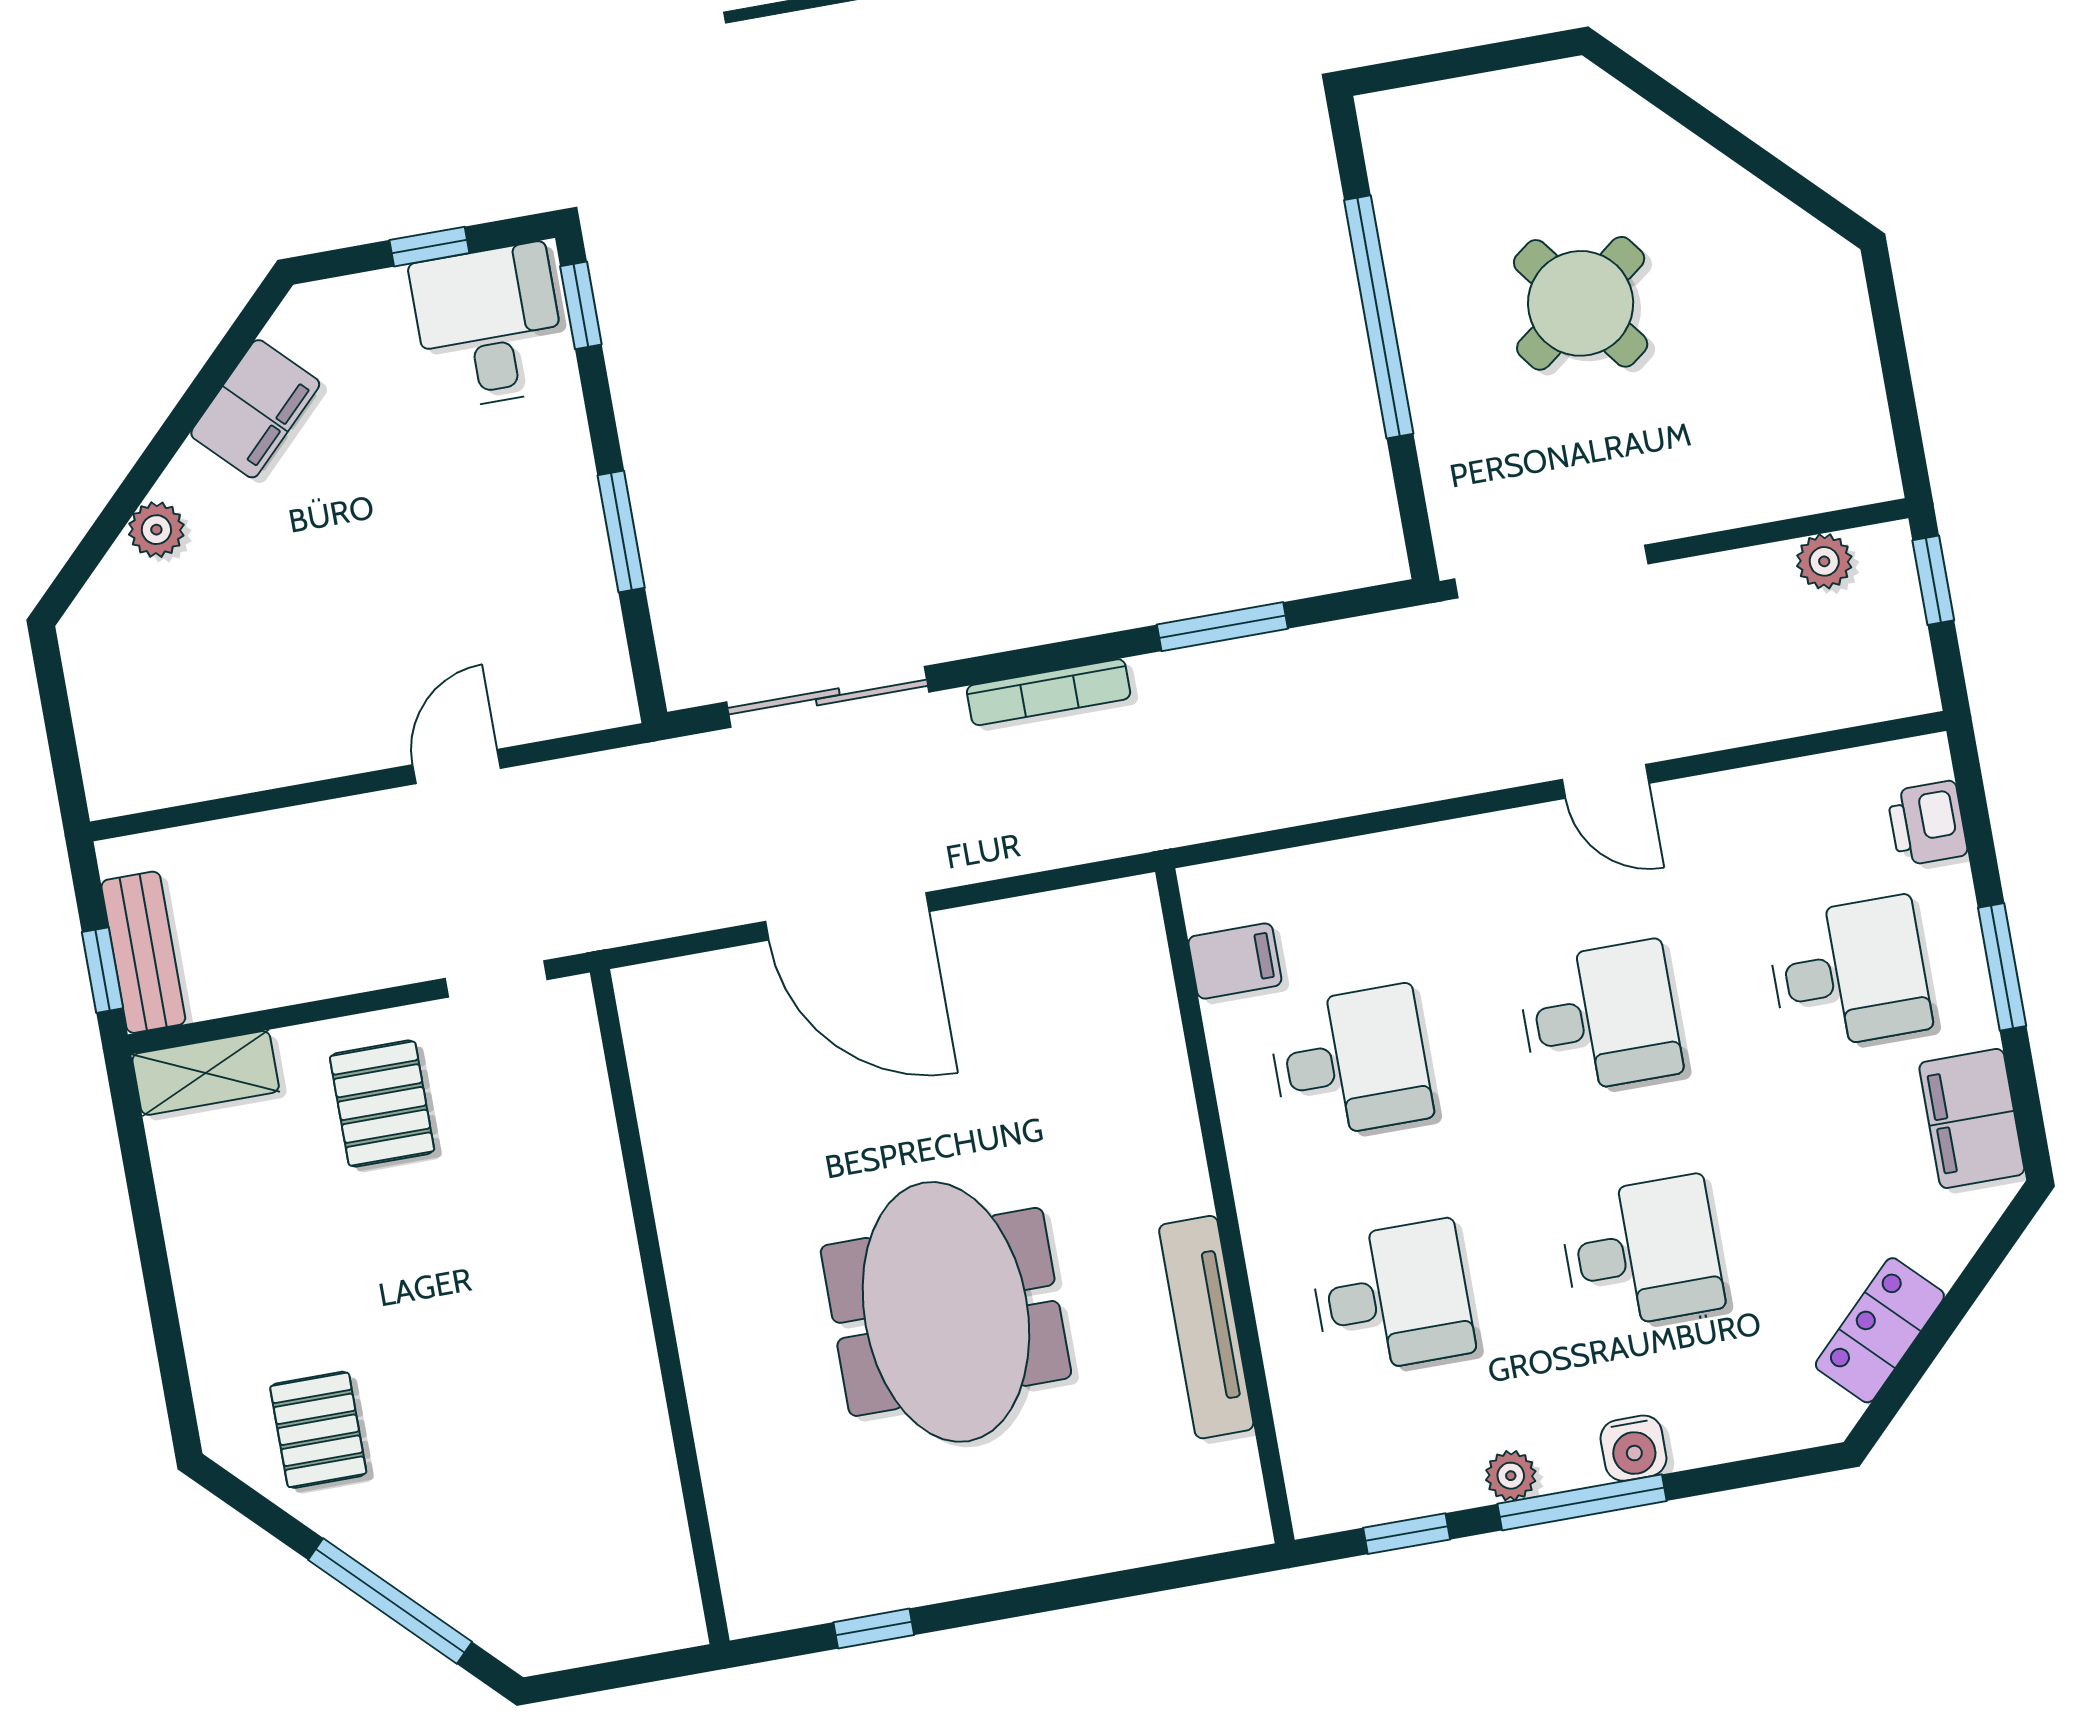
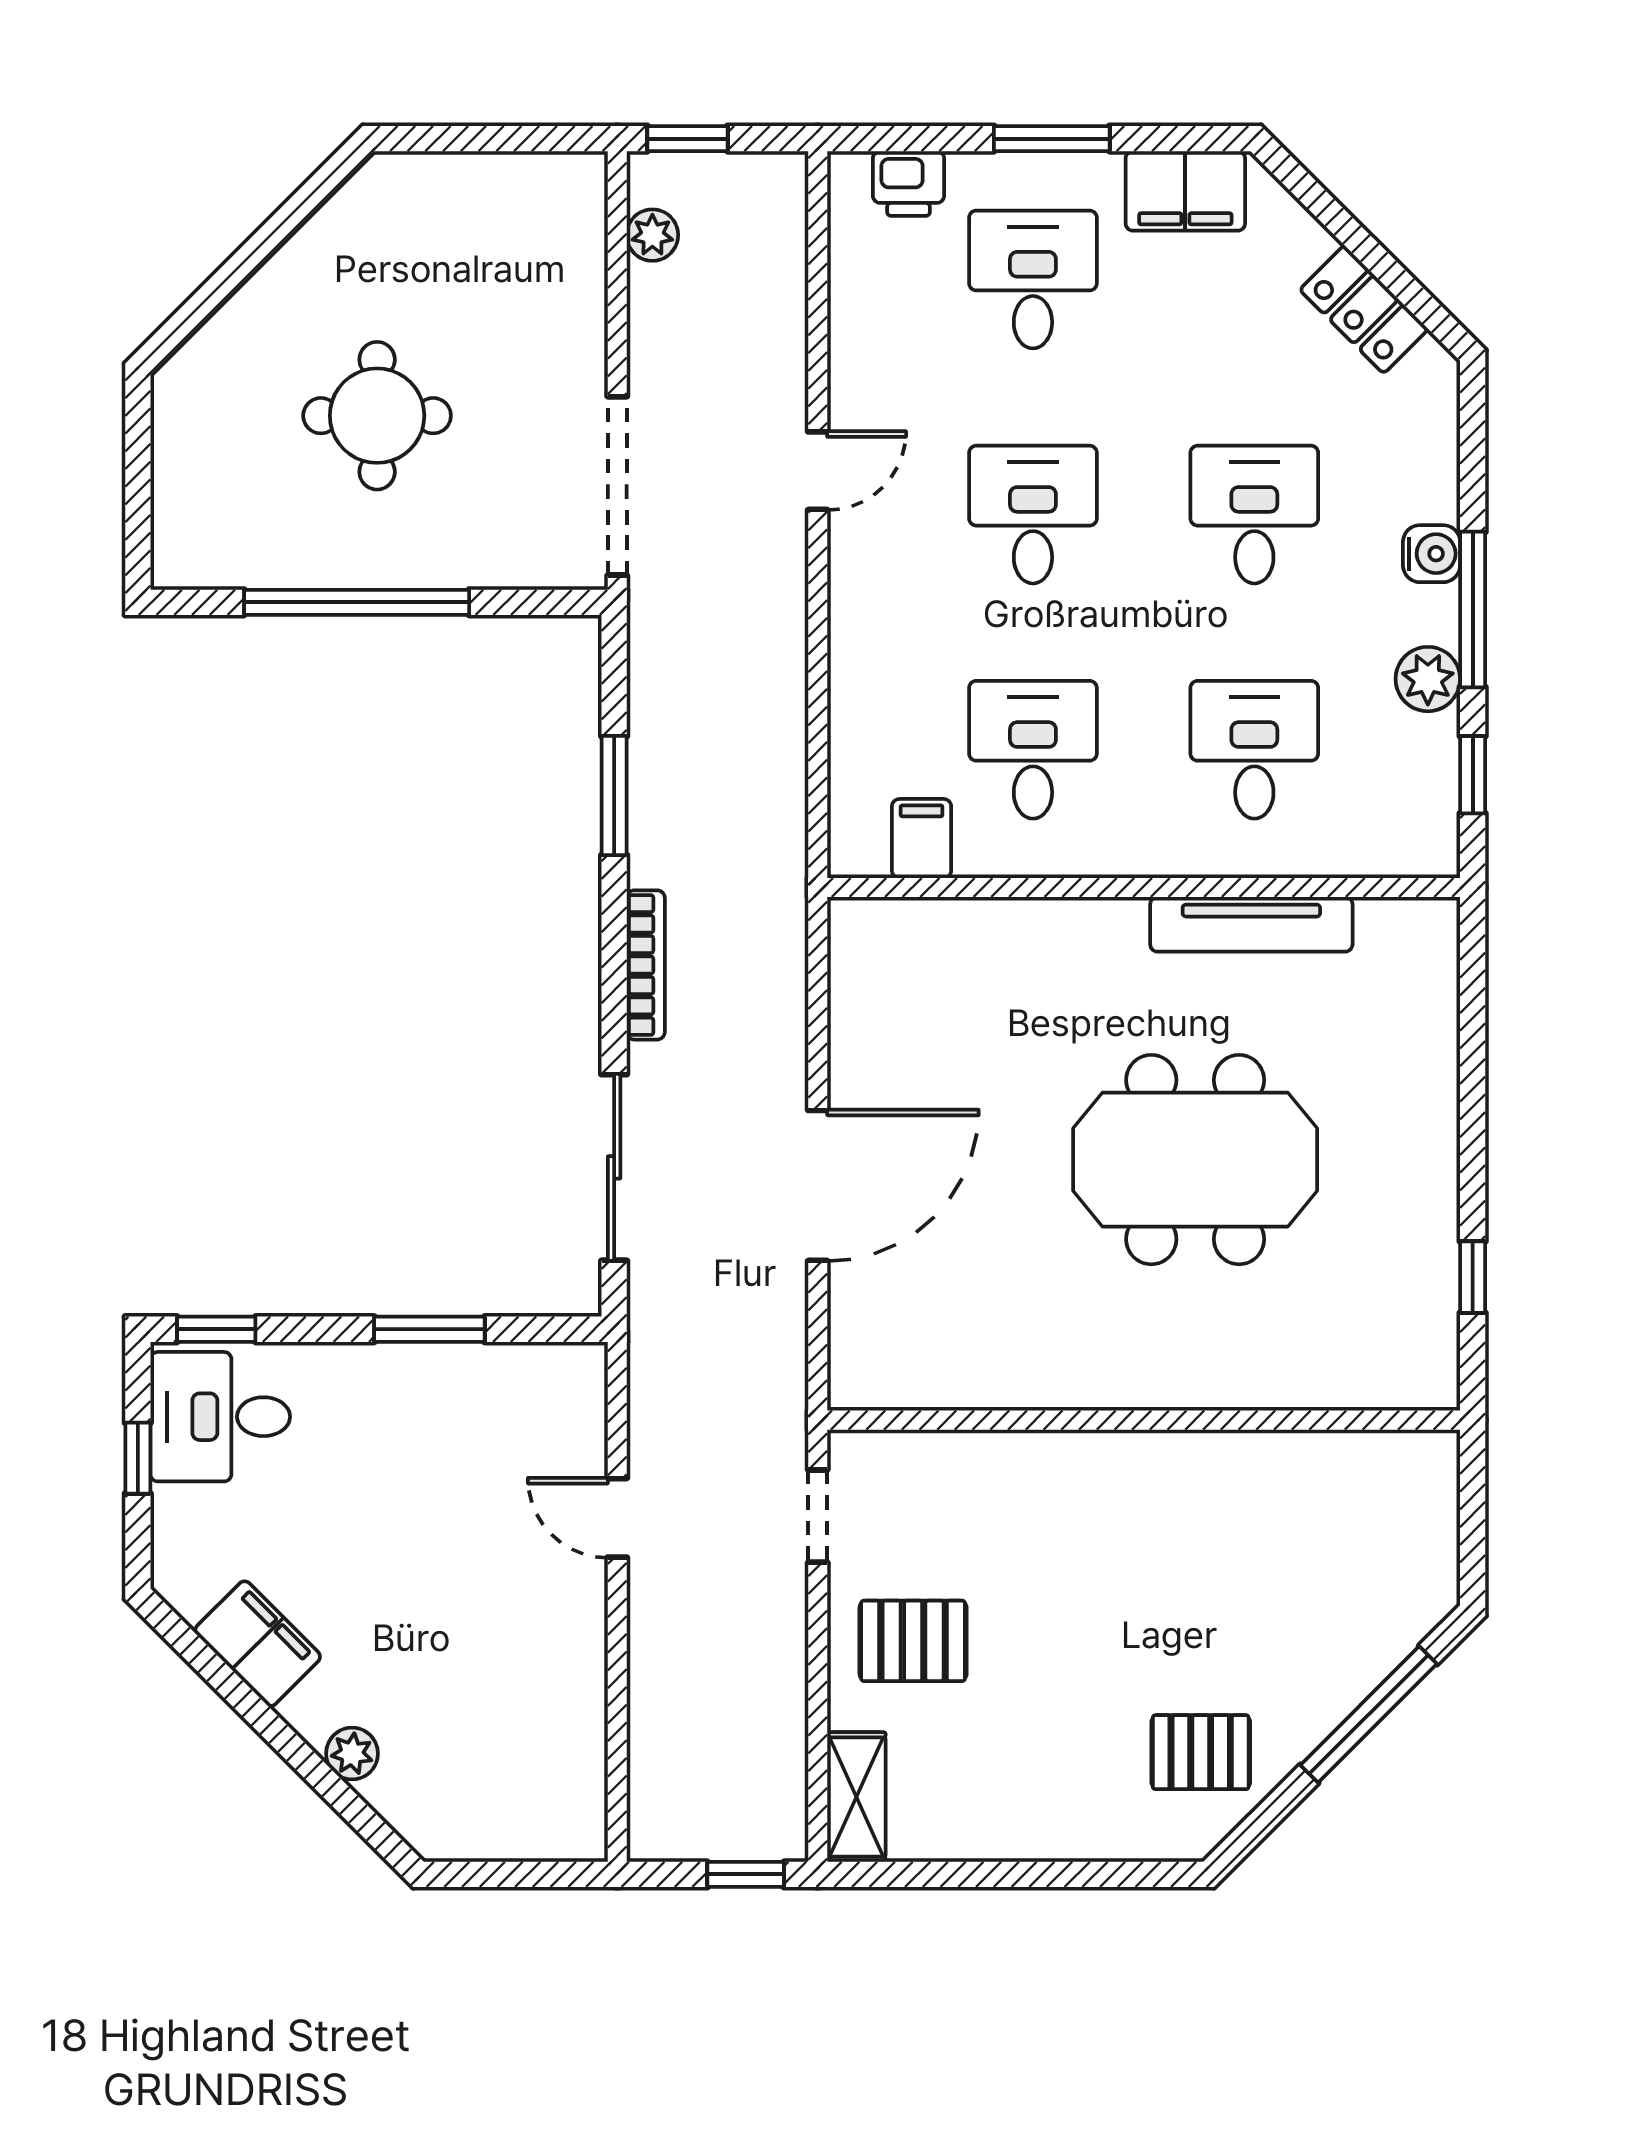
round table: (1581, 303) -> (377, 416), turned 37
bench: (143, 952) -> (736, 1834), removed
plant: (1511, 1476) -> (1428, 679), width x1.38, depth x1.38

